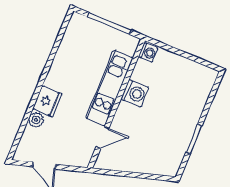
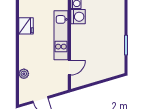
washing machine: (135, 93) -> (78, 17), moved
fridge: (47, 101) -> (26, 26), moved

